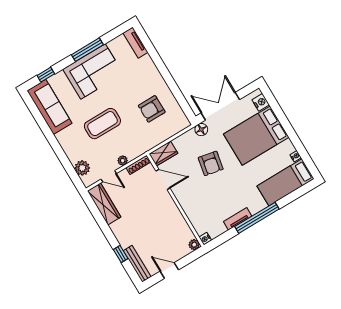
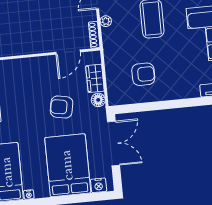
armchair: (152, 109) -> (143, 74), turned 90
floor lamp: (201, 130) -> (98, 100), moved
wardrobe: (163, 153) -> (95, 78), moved

